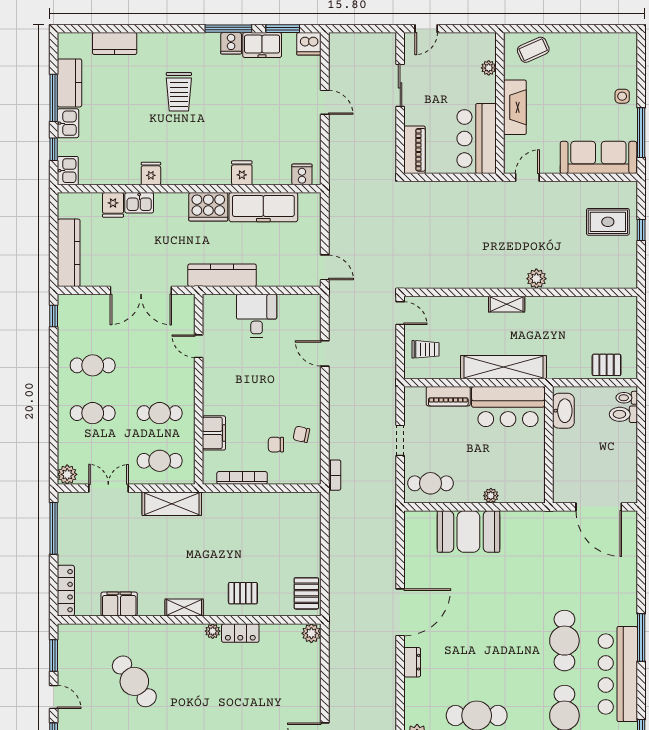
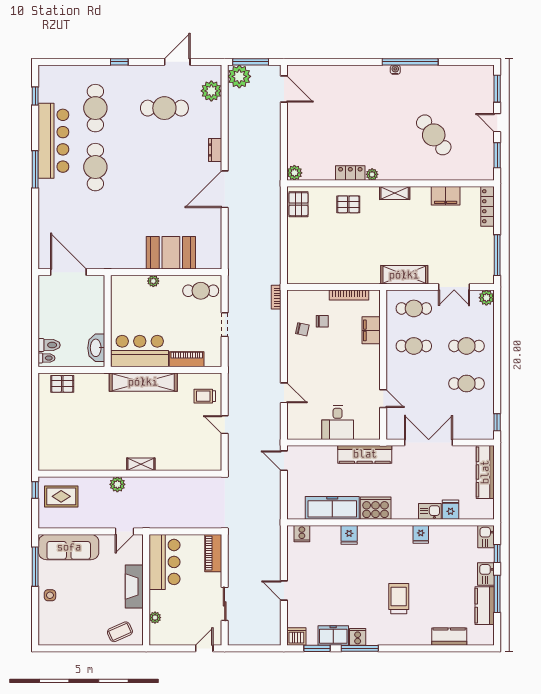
plant: (536, 279) -> (117, 484), moved
wall: (521, 292) -> (130, 474), moved
shelving: (507, 304) -> (141, 464), moved

